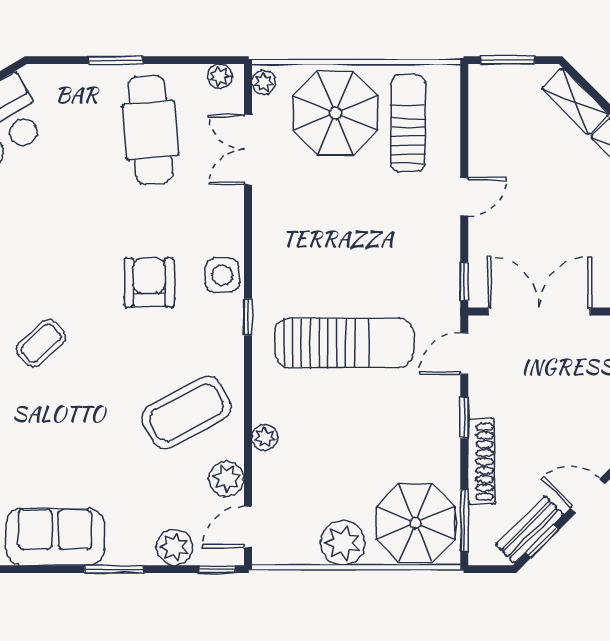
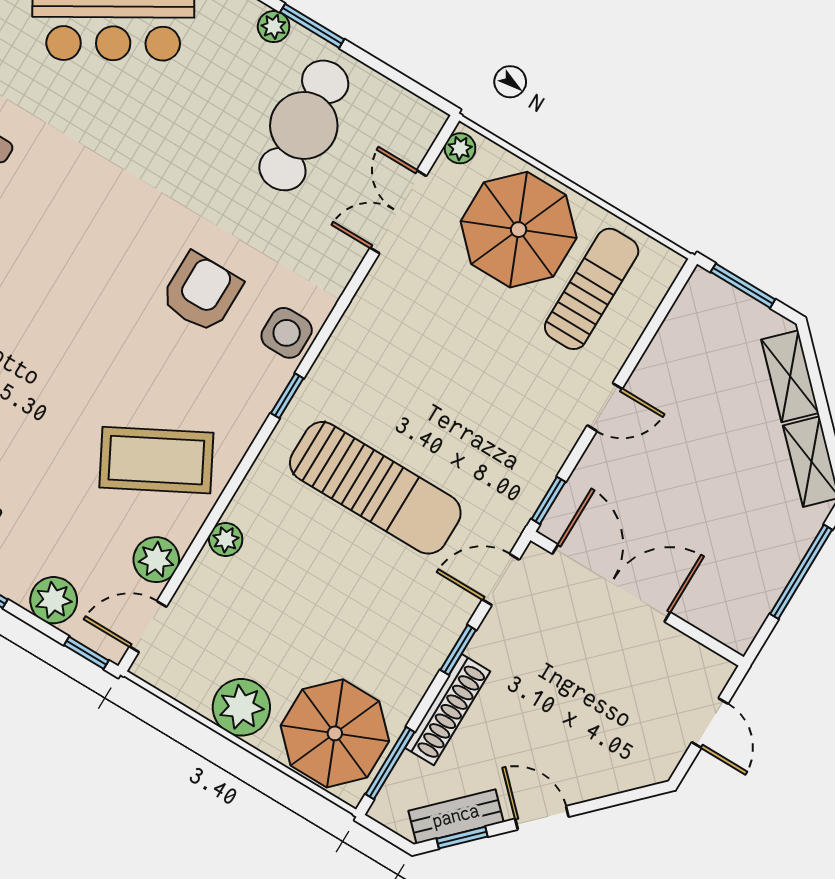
plant: (220, 76) -> (274, 27), moved
coffee table: (41, 343) -> (42, 287), removed

